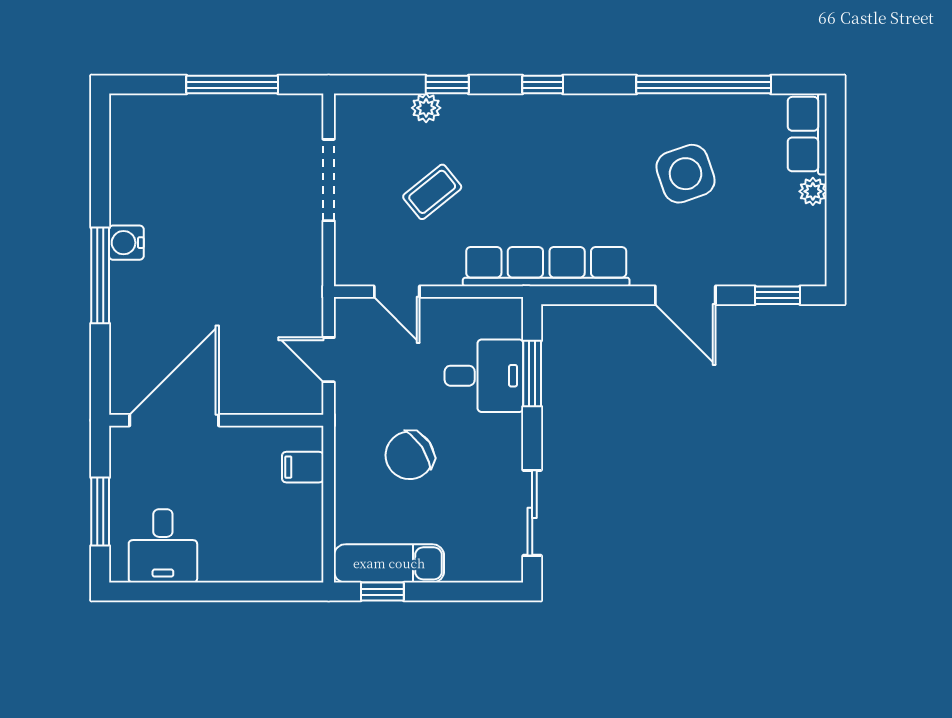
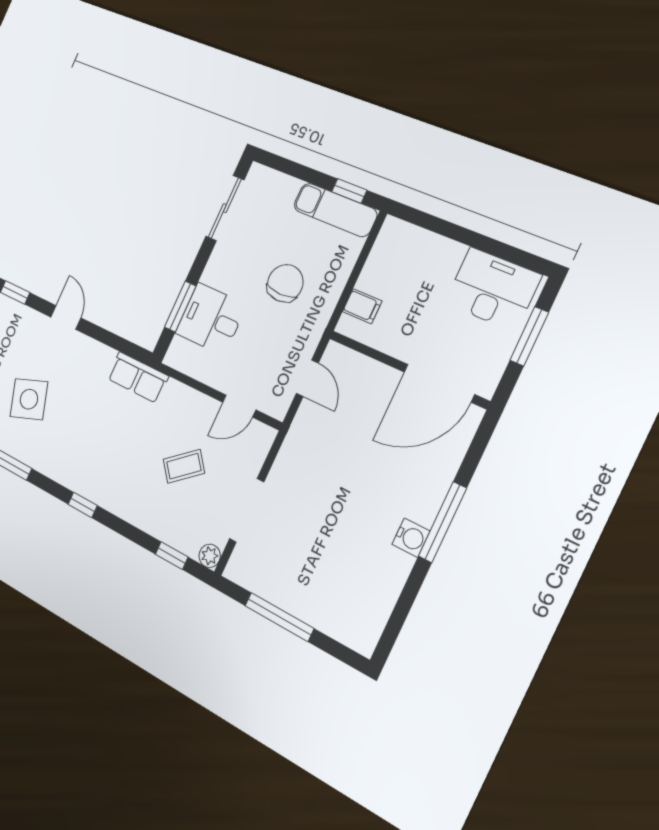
window: (447, 85) -> (172, 556), moved
plant: (426, 108) -> (210, 556), moved
row of seats: (546, 267) -> (138, 377), width x0.50
door: (397, 292) -> (239, 406), swing flipped
door: (685, 295) -> (66, 317), width x0.73
chair: (410, 455) -> (285, 283), turned -56
desk: (163, 546) -> (493, 289), width x1.37

